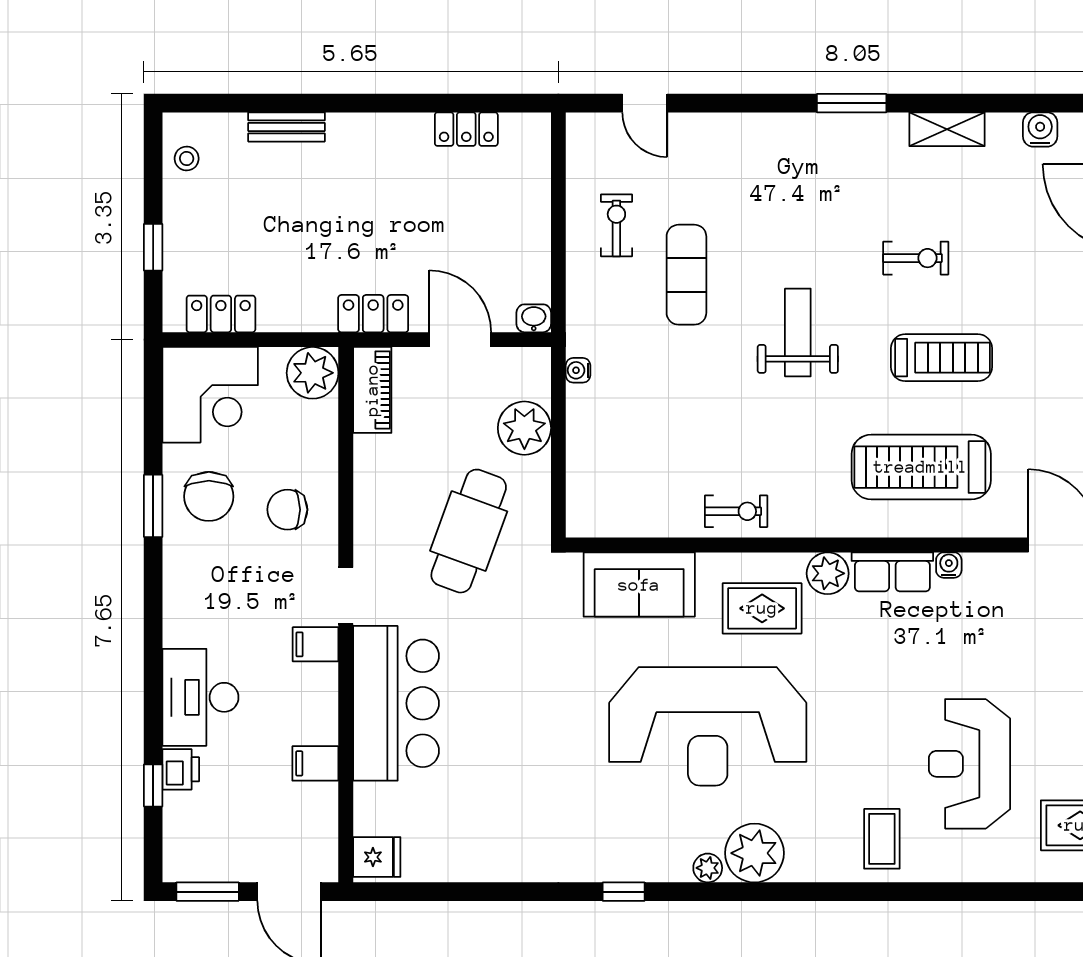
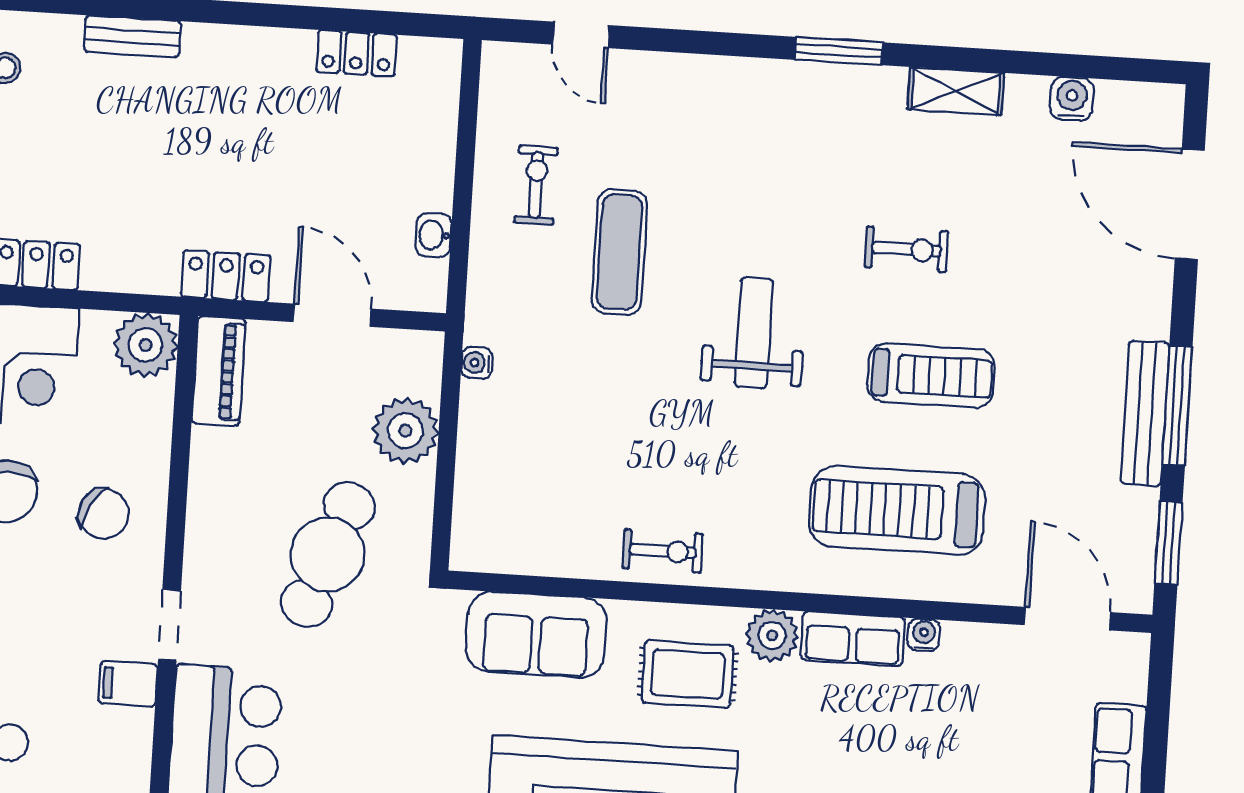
washbasin: (534, 318) -> (434, 235), moved, turned -90
chair: (287, 510) -> (103, 514), turned -151

